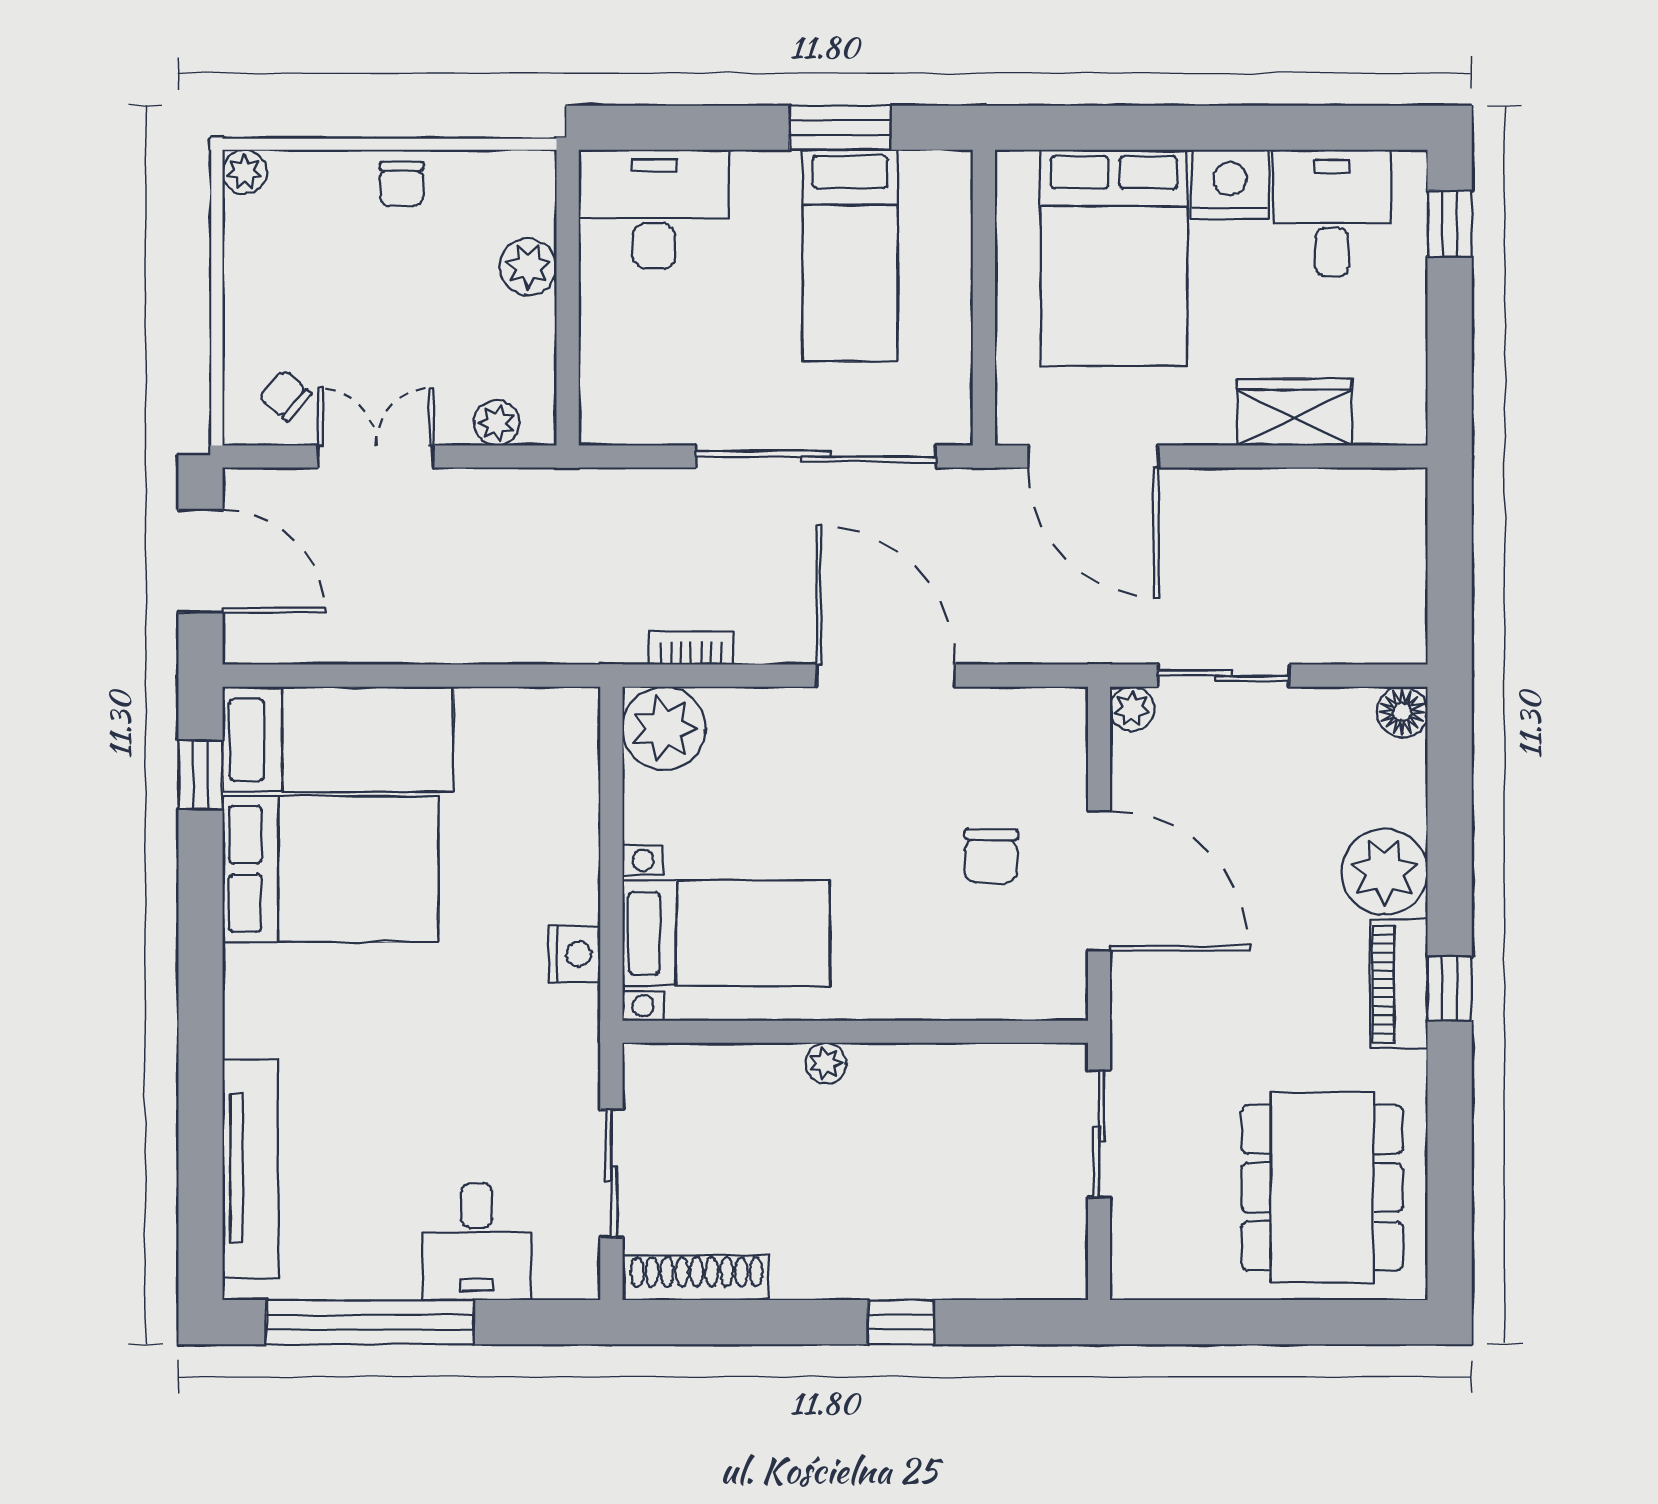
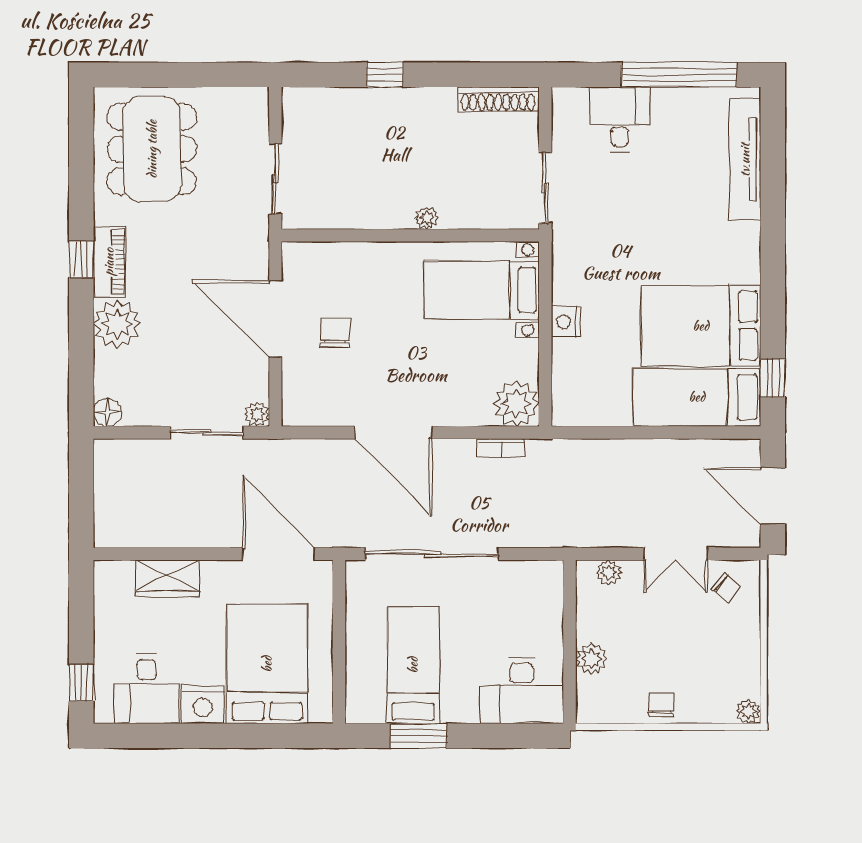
nightstand: (575, 954) -> (566, 322), moved
sliding door: (611, 1173) -> (545, 188), moved

